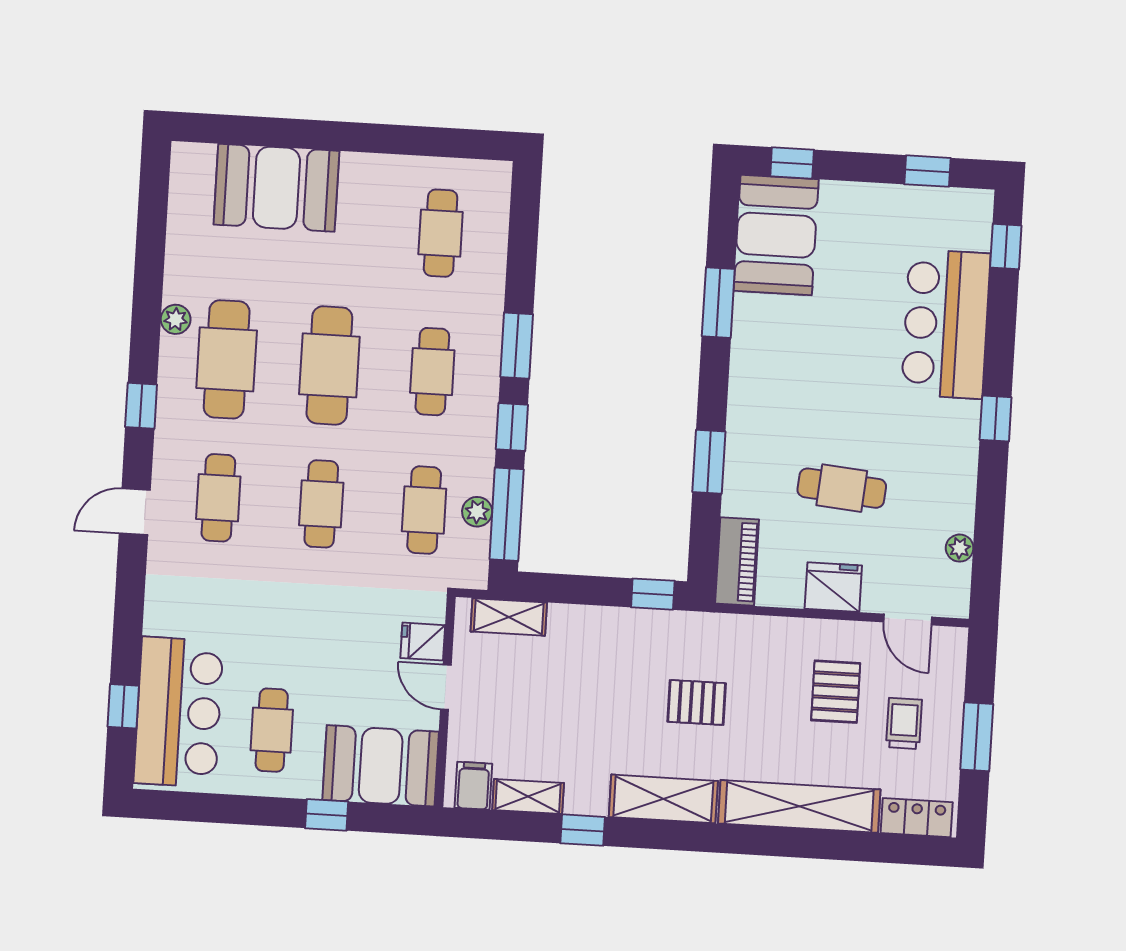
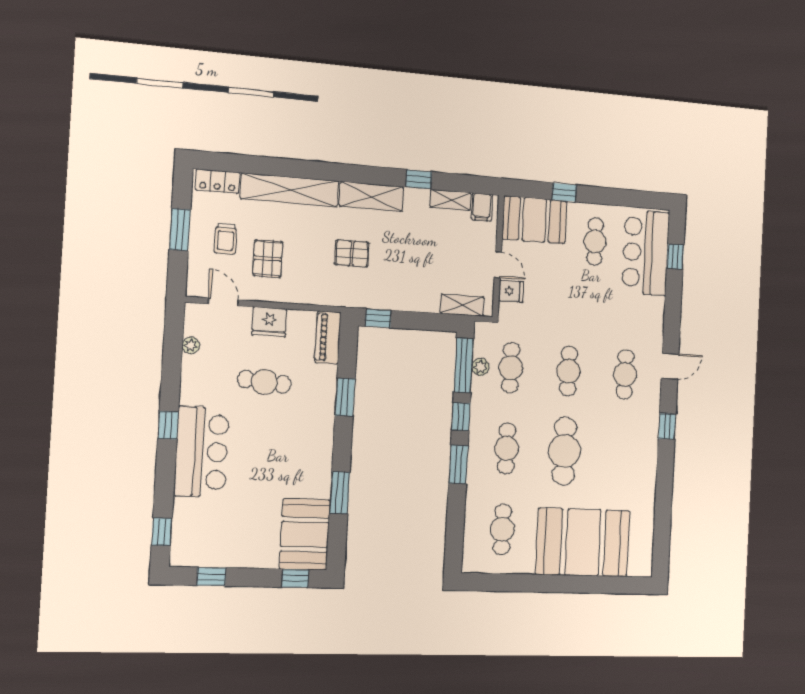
booth: (276, 188) -> (583, 542), width x1.36, depth x1.42
plant: (176, 319) -> (649, 476), removed
bar counter: (946, 324) -> (201, 452), moved
cafe table: (227, 359) -> (621, 453), removed

